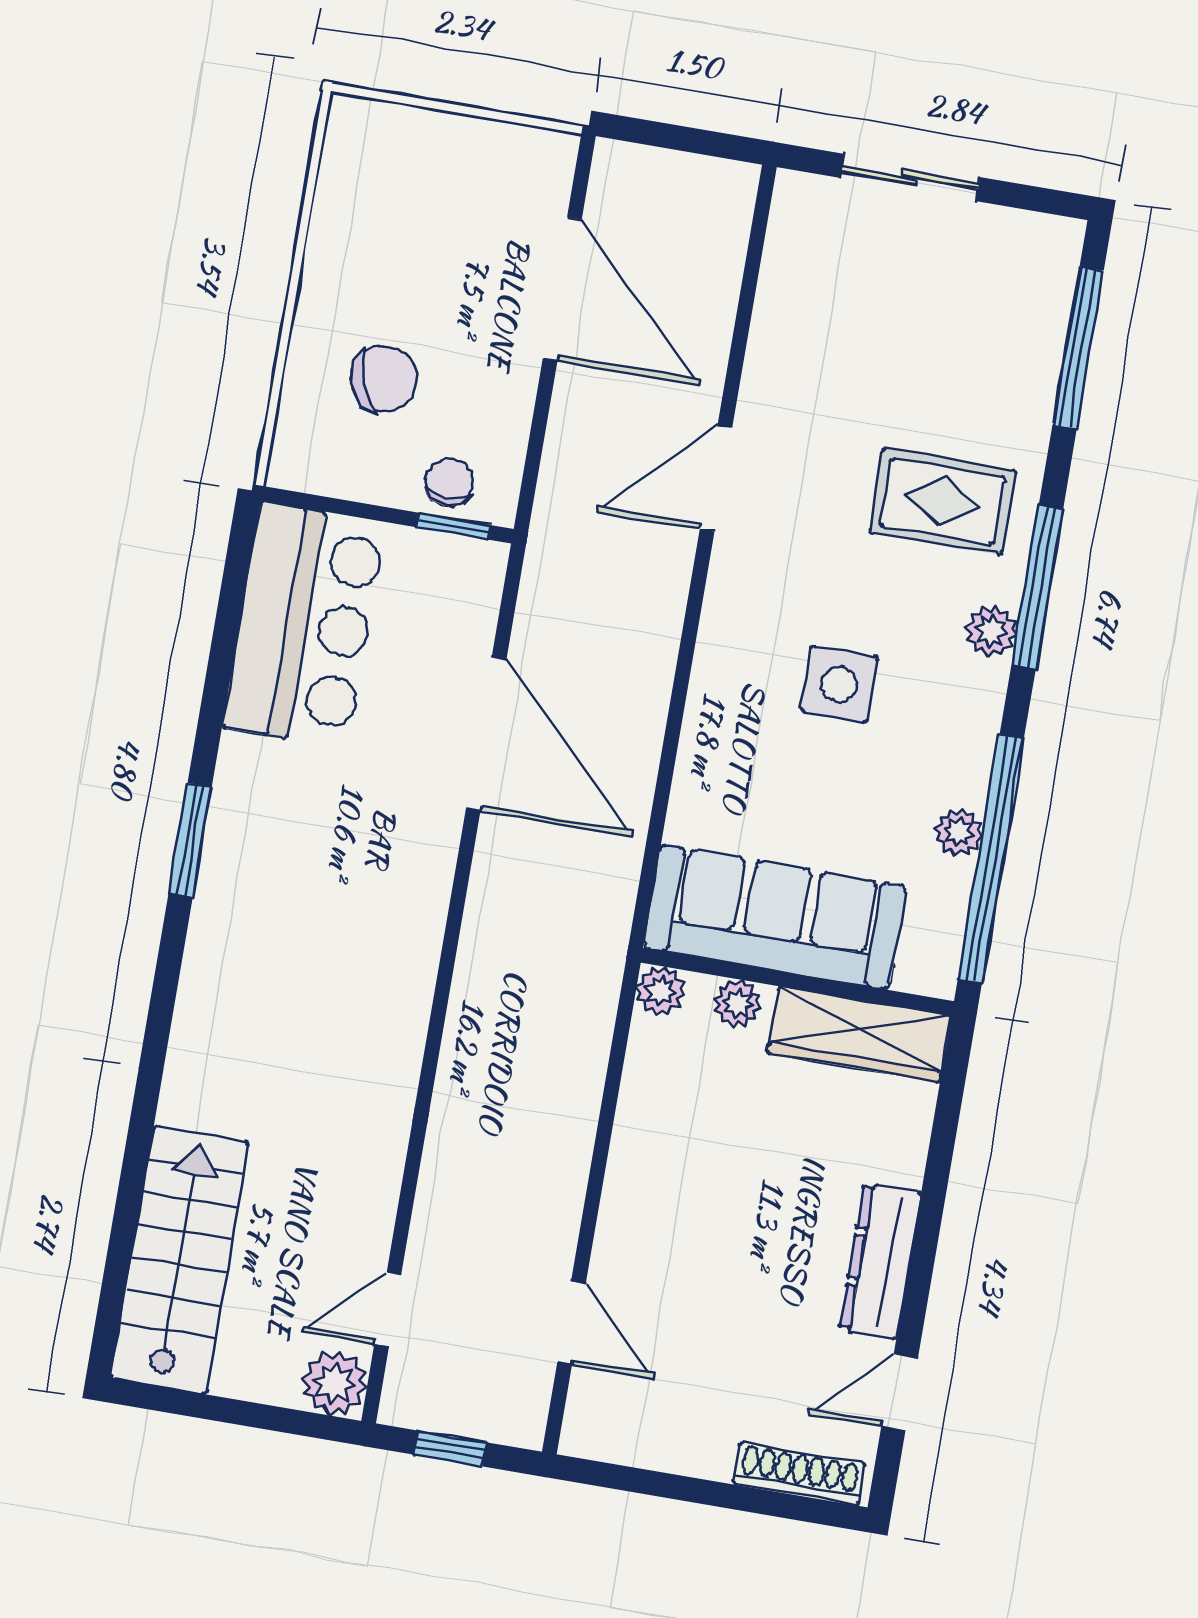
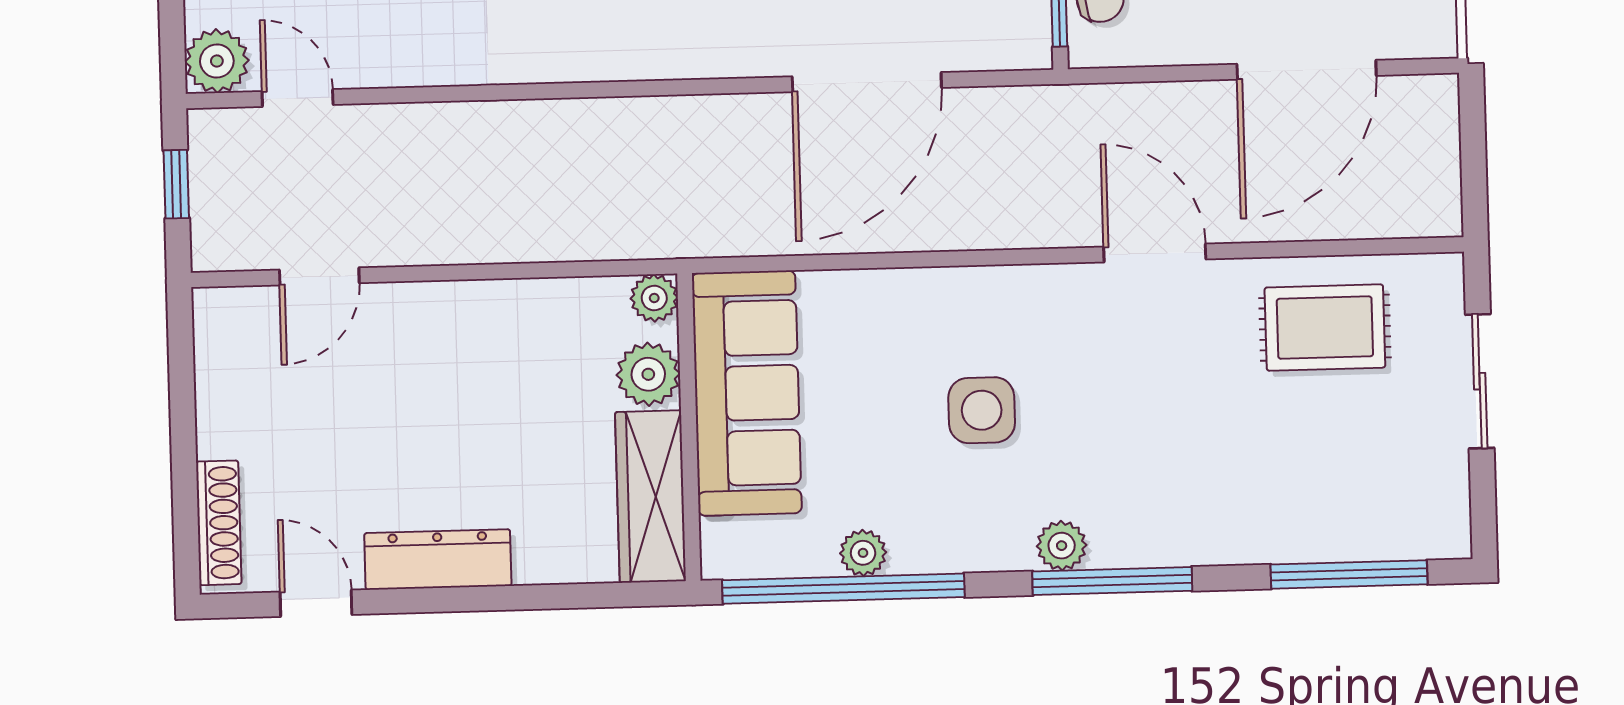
rug: (942, 501) -> (1325, 328), moved, turned 90
plant: (738, 1003) -> (648, 374), width x1.38, depth x1.38

